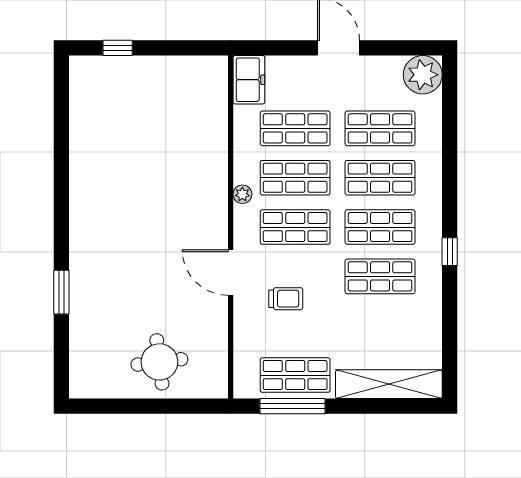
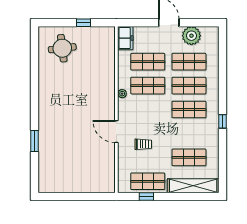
window: (118, 48) -> (83, 23), moved
plant: (423, 75) -> (191, 36), moved
shop shelf: (295, 227) -> (148, 110), removed
shop shelf: (380, 276) -> (189, 157), moved
round table: (159, 362) -> (62, 48), moved
window: (292, 406) -> (146, 196), width x0.46

